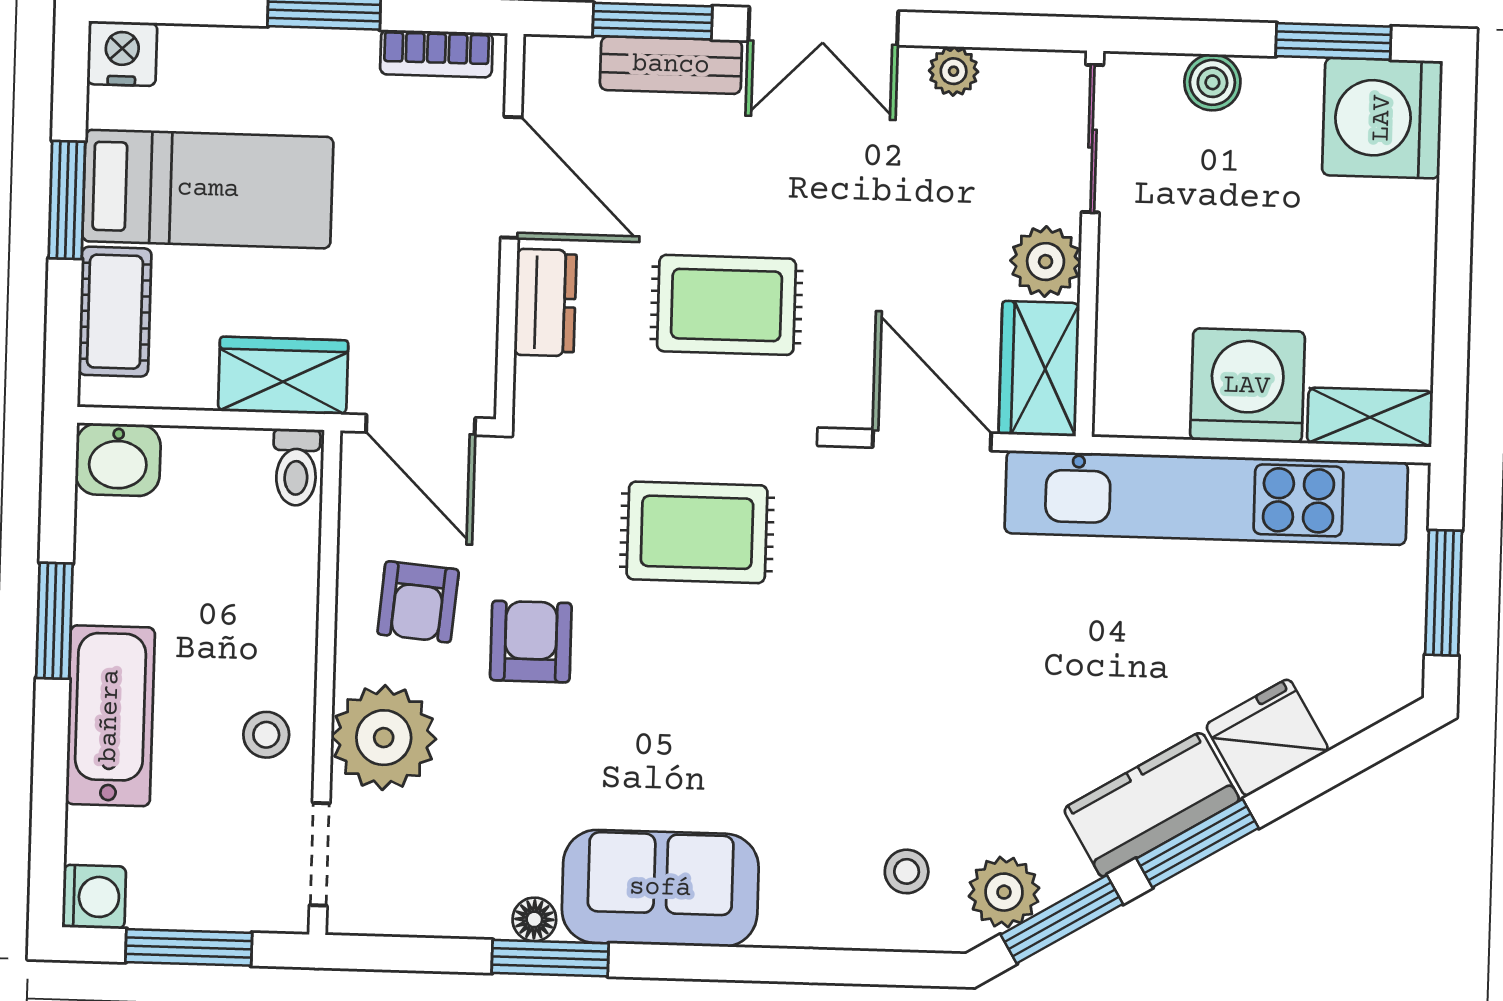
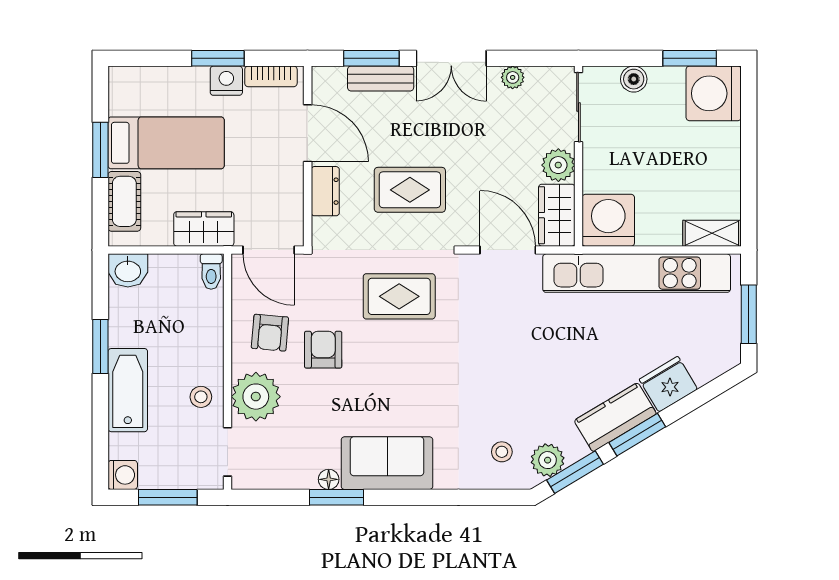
nightstand: (122, 53) -> (226, 81), moved
washing machine: (1247, 386) -> (608, 220), moved

